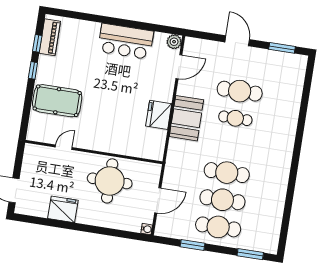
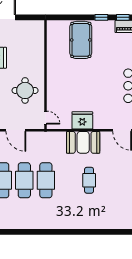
cafe table: (240, 91) -> (111, 180), removed
door: (64, 147) -> (45, 118), moved
round table: (110, 181) -> (25, 90), width x0.73, depth x0.73

